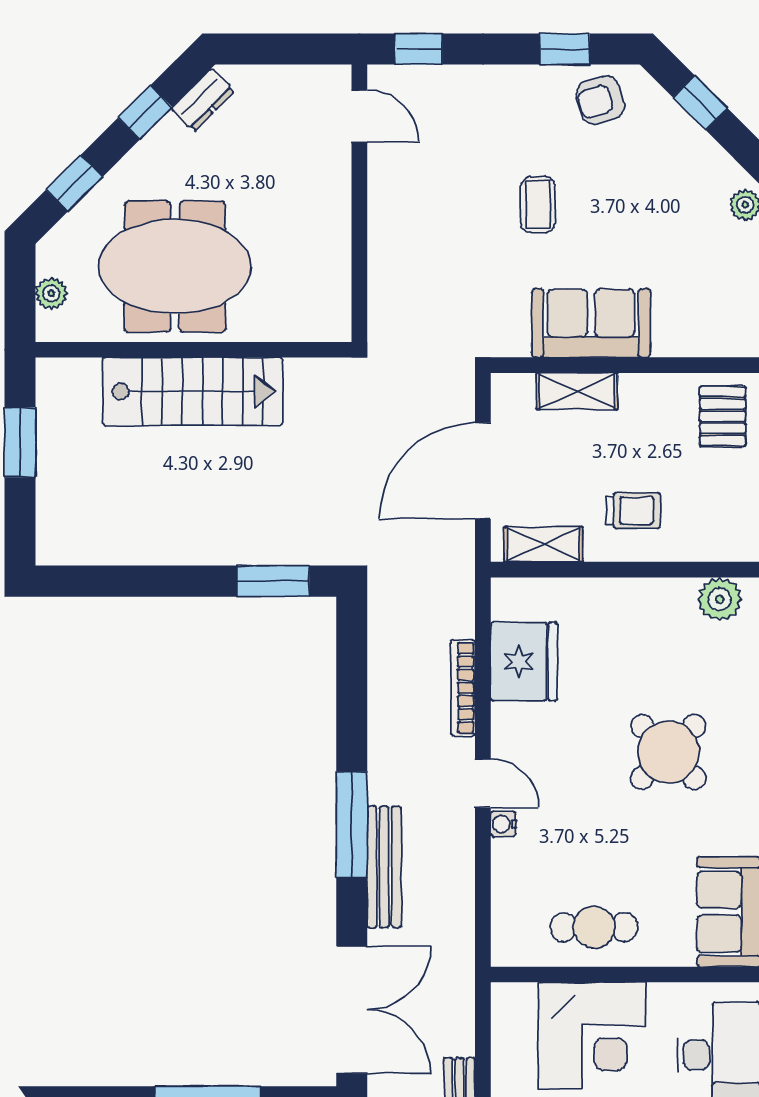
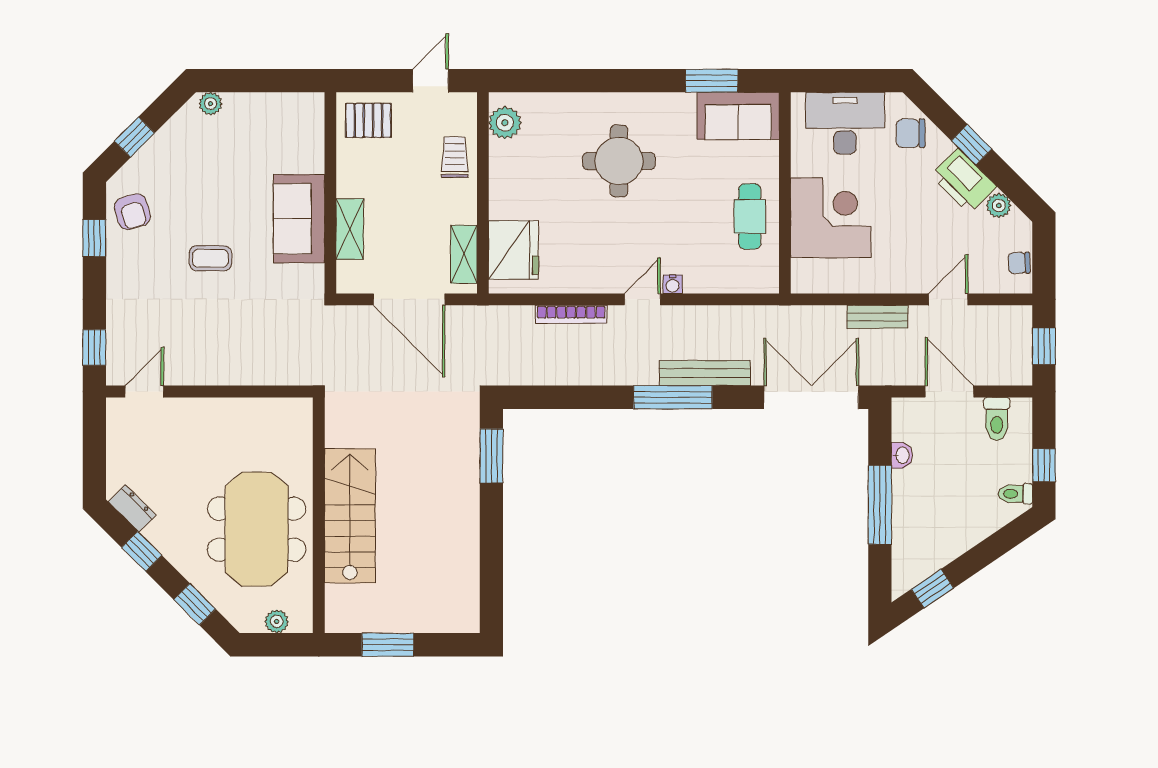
trolley: (633, 510) -> (455, 157), moved
fridge: (524, 662) -> (513, 250), moved, turned 90
round table: (668, 752) -> (619, 161), turned 45

